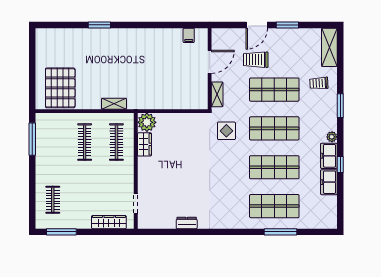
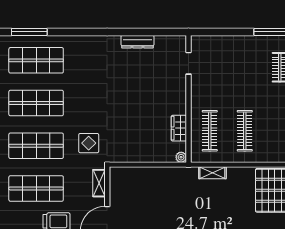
plant: (147, 122) -> (181, 157), width x0.53, depth x0.53
wardrobe: (109, 222) -> (218, 43), removed
dresser: (187, 223) -> (137, 42), width x1.44

